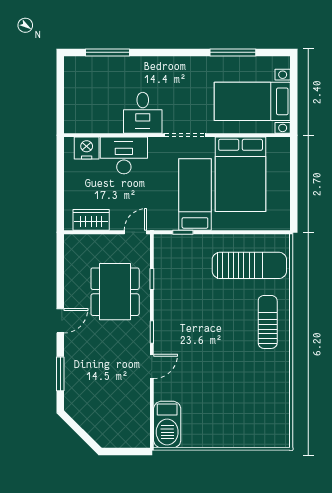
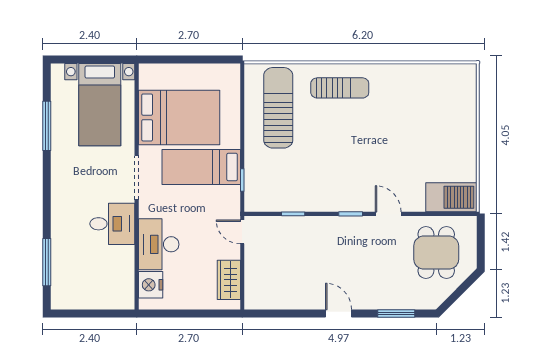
dining table: (115, 292) -> (436, 253), moved, width x0.73
sun lounger: (268, 322) -> (340, 88), turned 180

